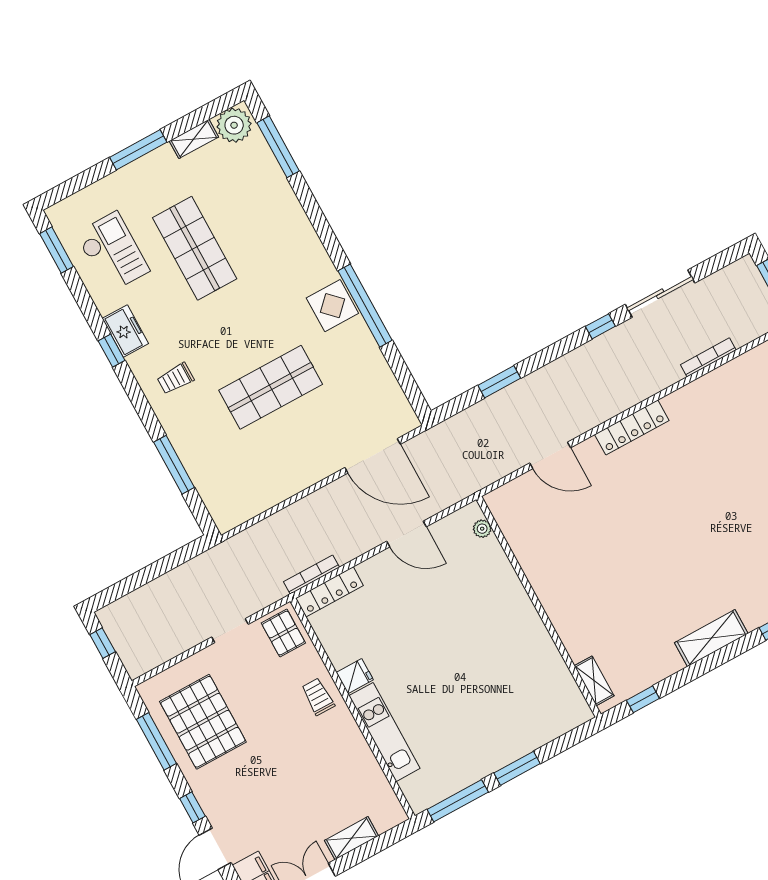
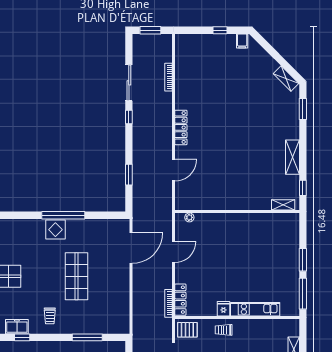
shelving: (711, 638) -> (292, 157), moved

